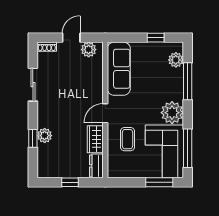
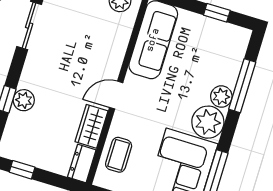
plant: (176, 60) -> (221, 97), moved
coffee table: (127, 139) -> (119, 155), moved
window: (70, 182) -> (22, 170), moved

